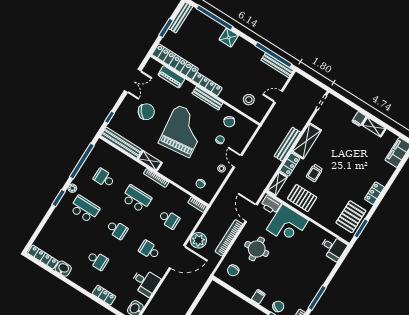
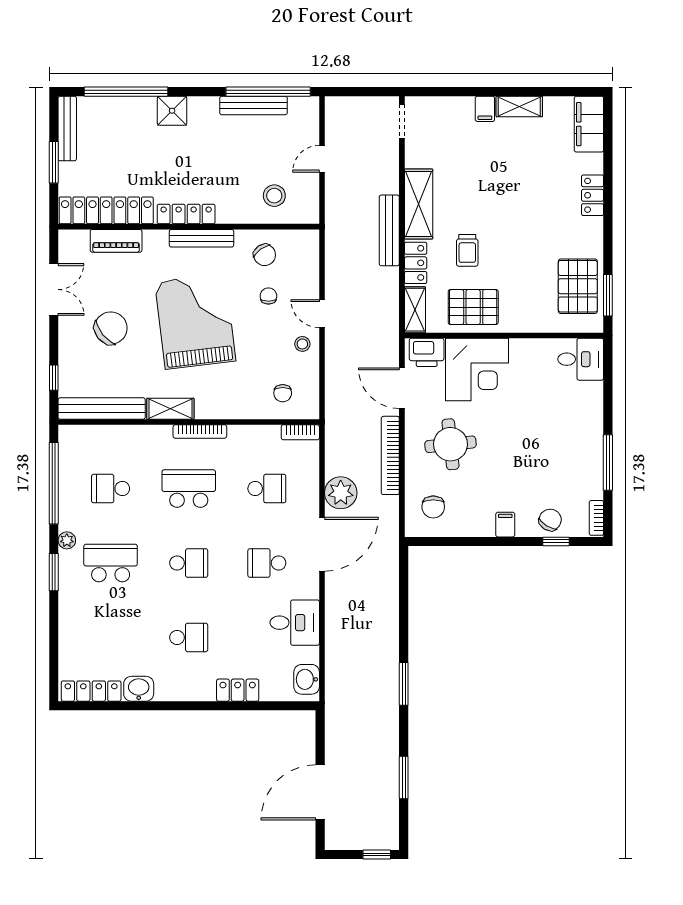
bench: (277, 65) -> (254, 106), moved
locker: (374, 193) -> (593, 195), moved

